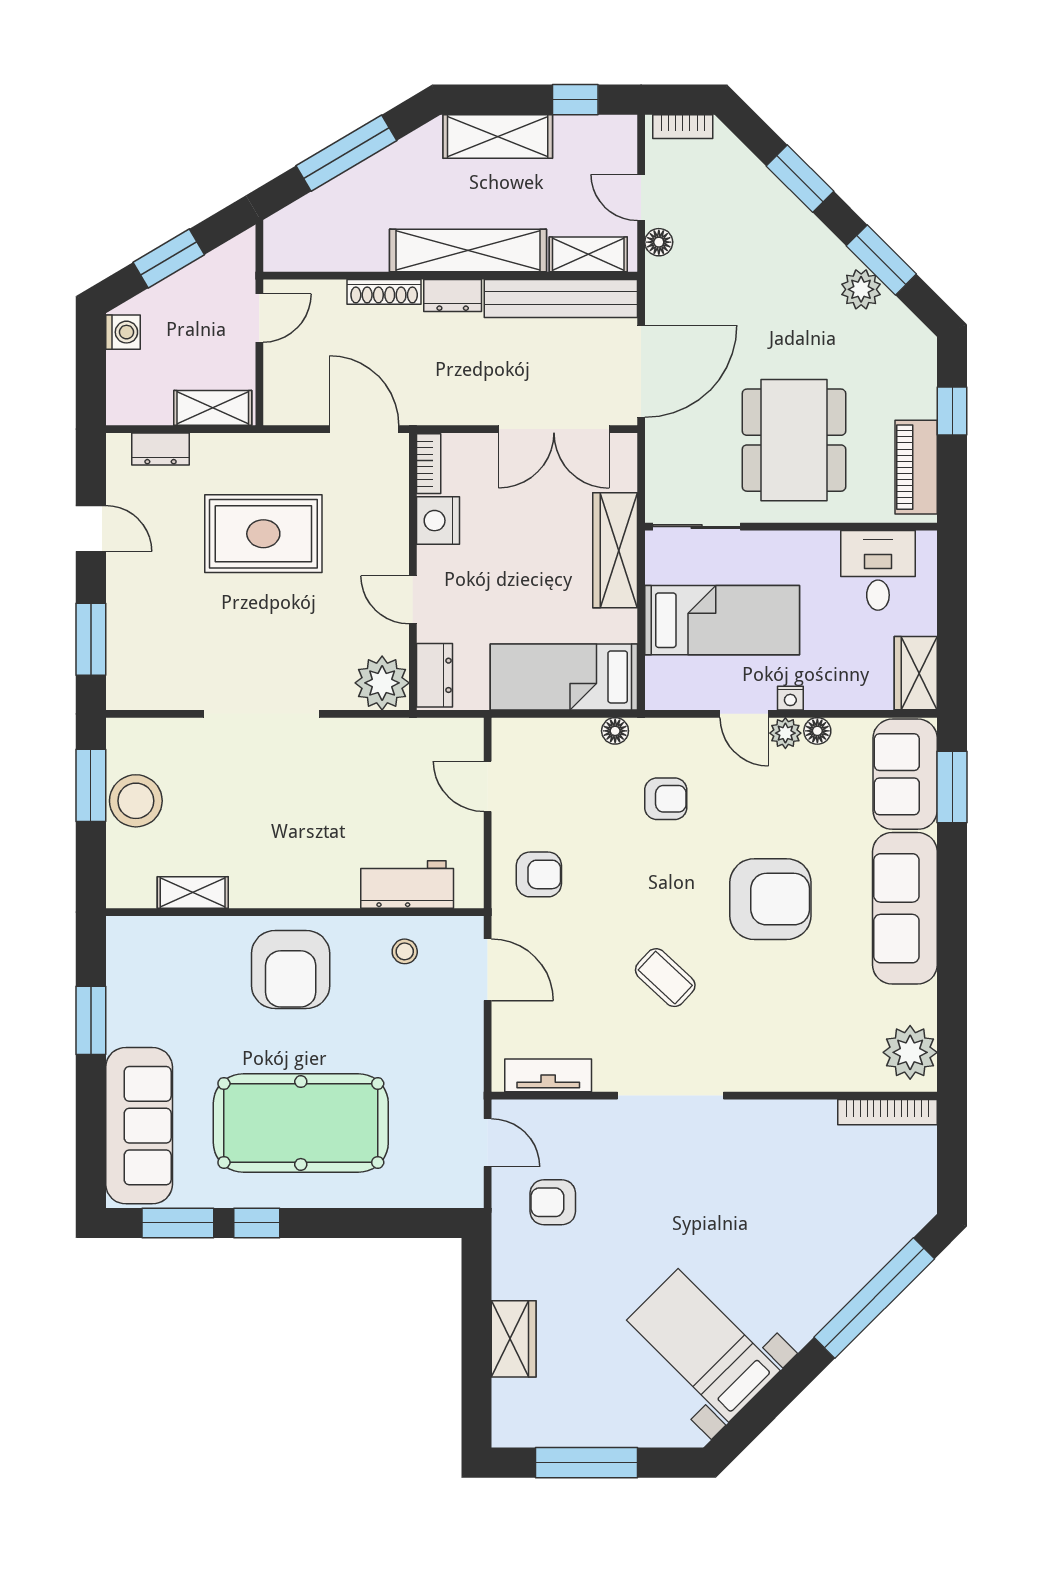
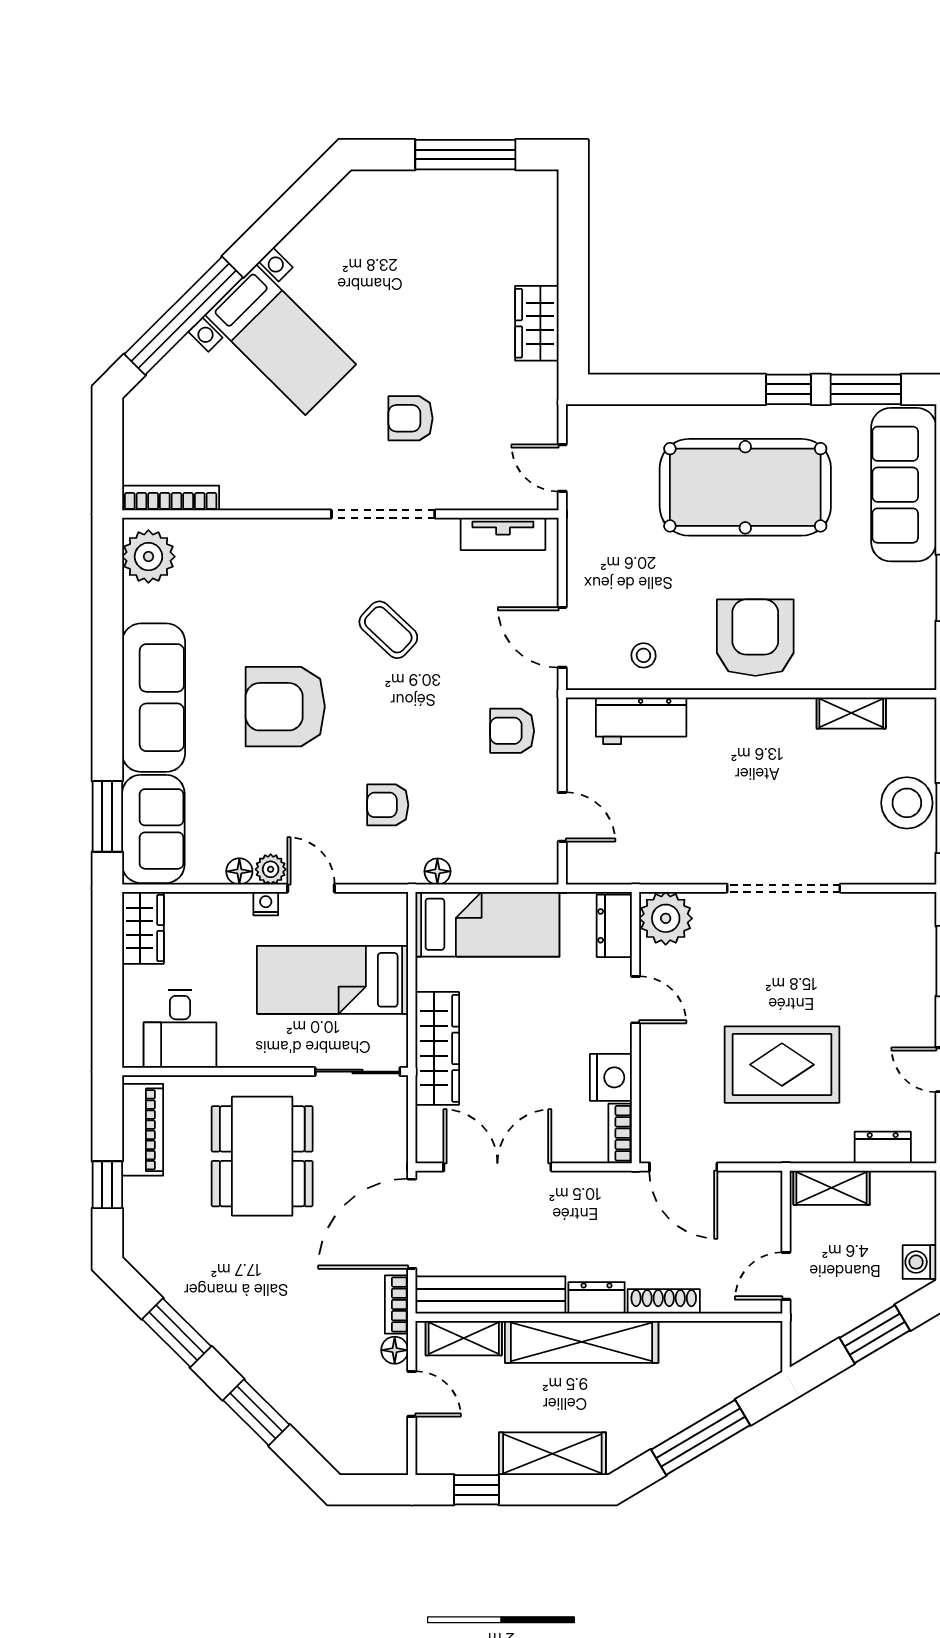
bookcase: (683, 127) -> (396, 1304), moved, turned -90
plant: (861, 289) -> (197, 1304), removed
armchair: (553, 1202) -> (411, 418), moved, turned 180
wardrobe: (514, 1339) -> (537, 323), moved
bed with nightstands: (703, 1345) -> (281, 340), moved

